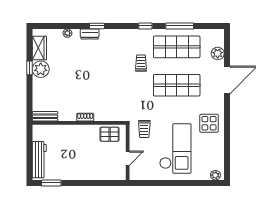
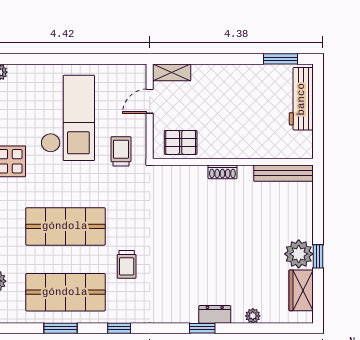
window: (180, 26) -> (60, 328), width x0.69
bench: (45, 116) -> (283, 173), width x1.36
checkout: (175, 149) -> (68, 118), turned 180
shelving: (115, 175) -> (172, 72), added

